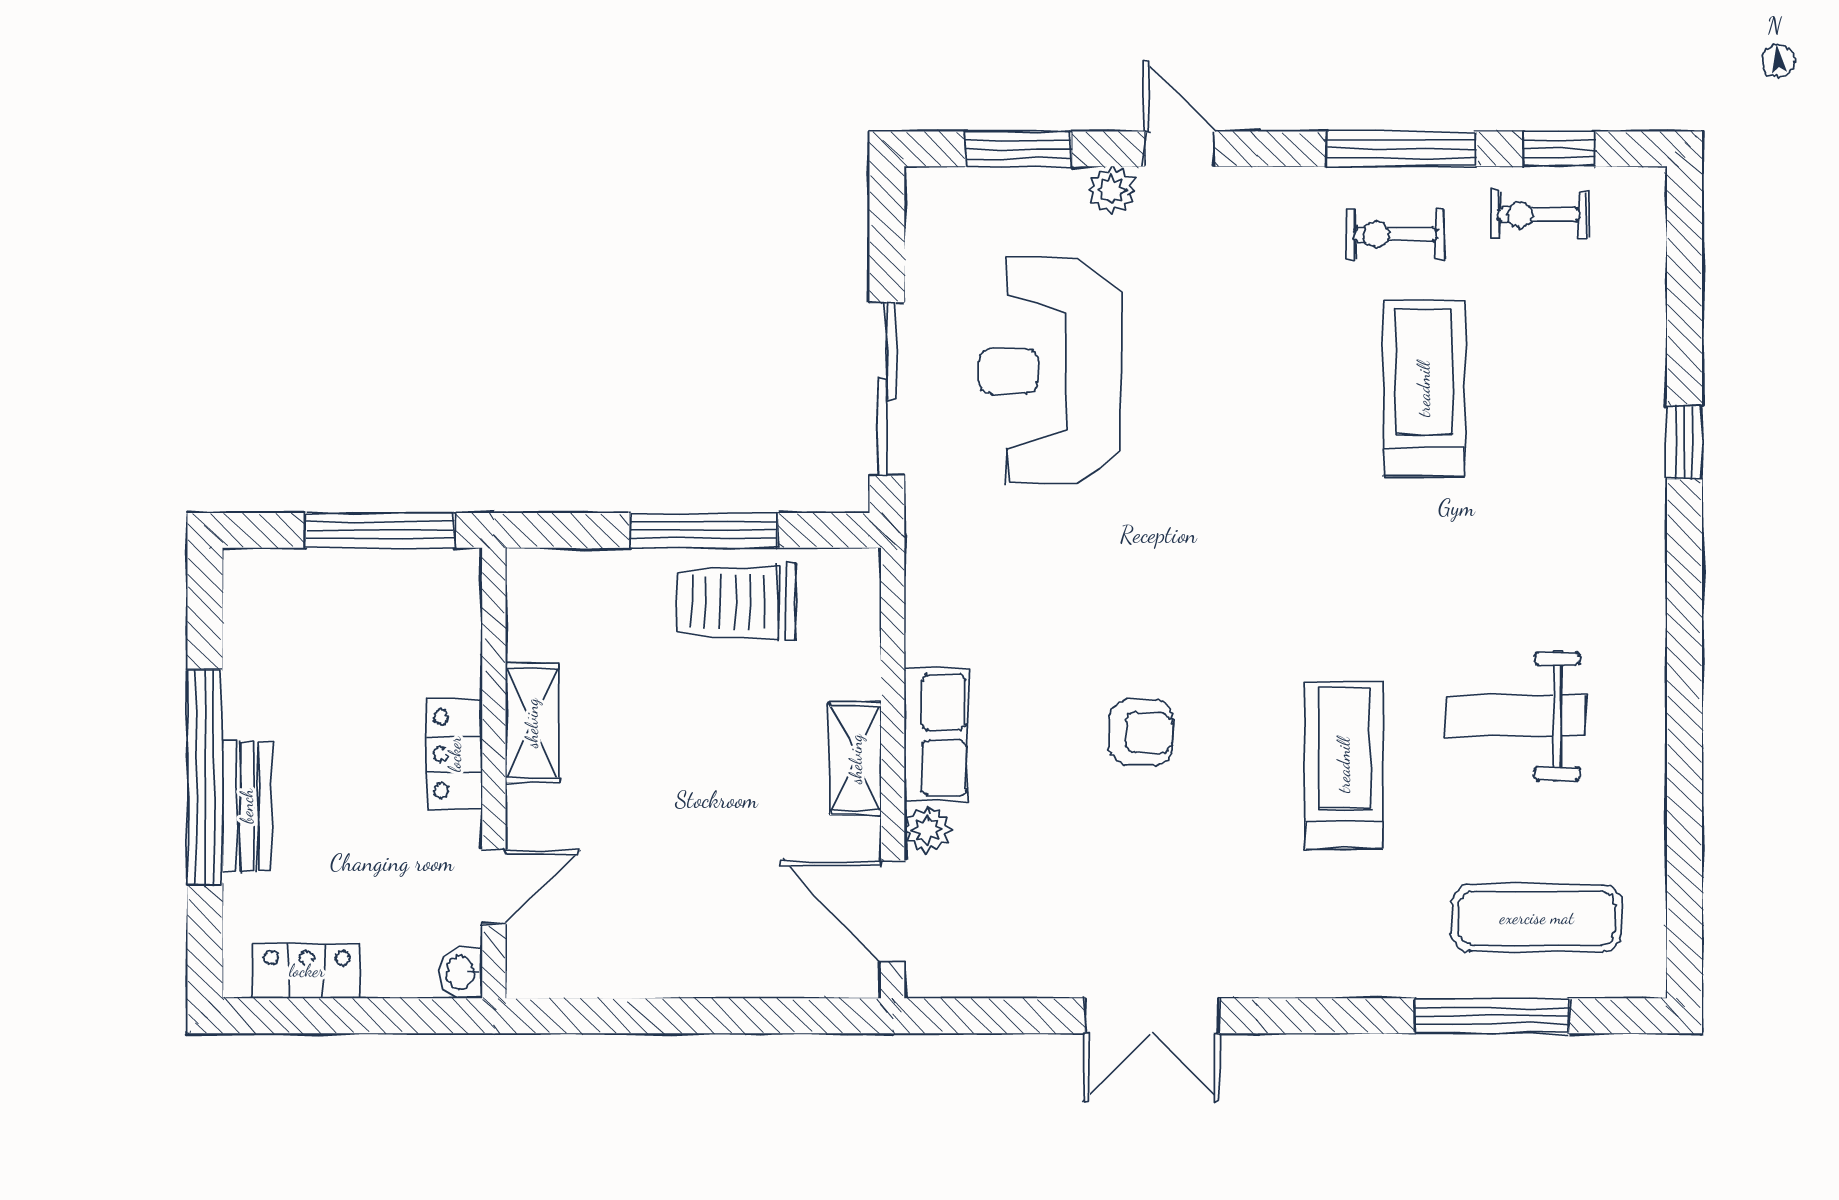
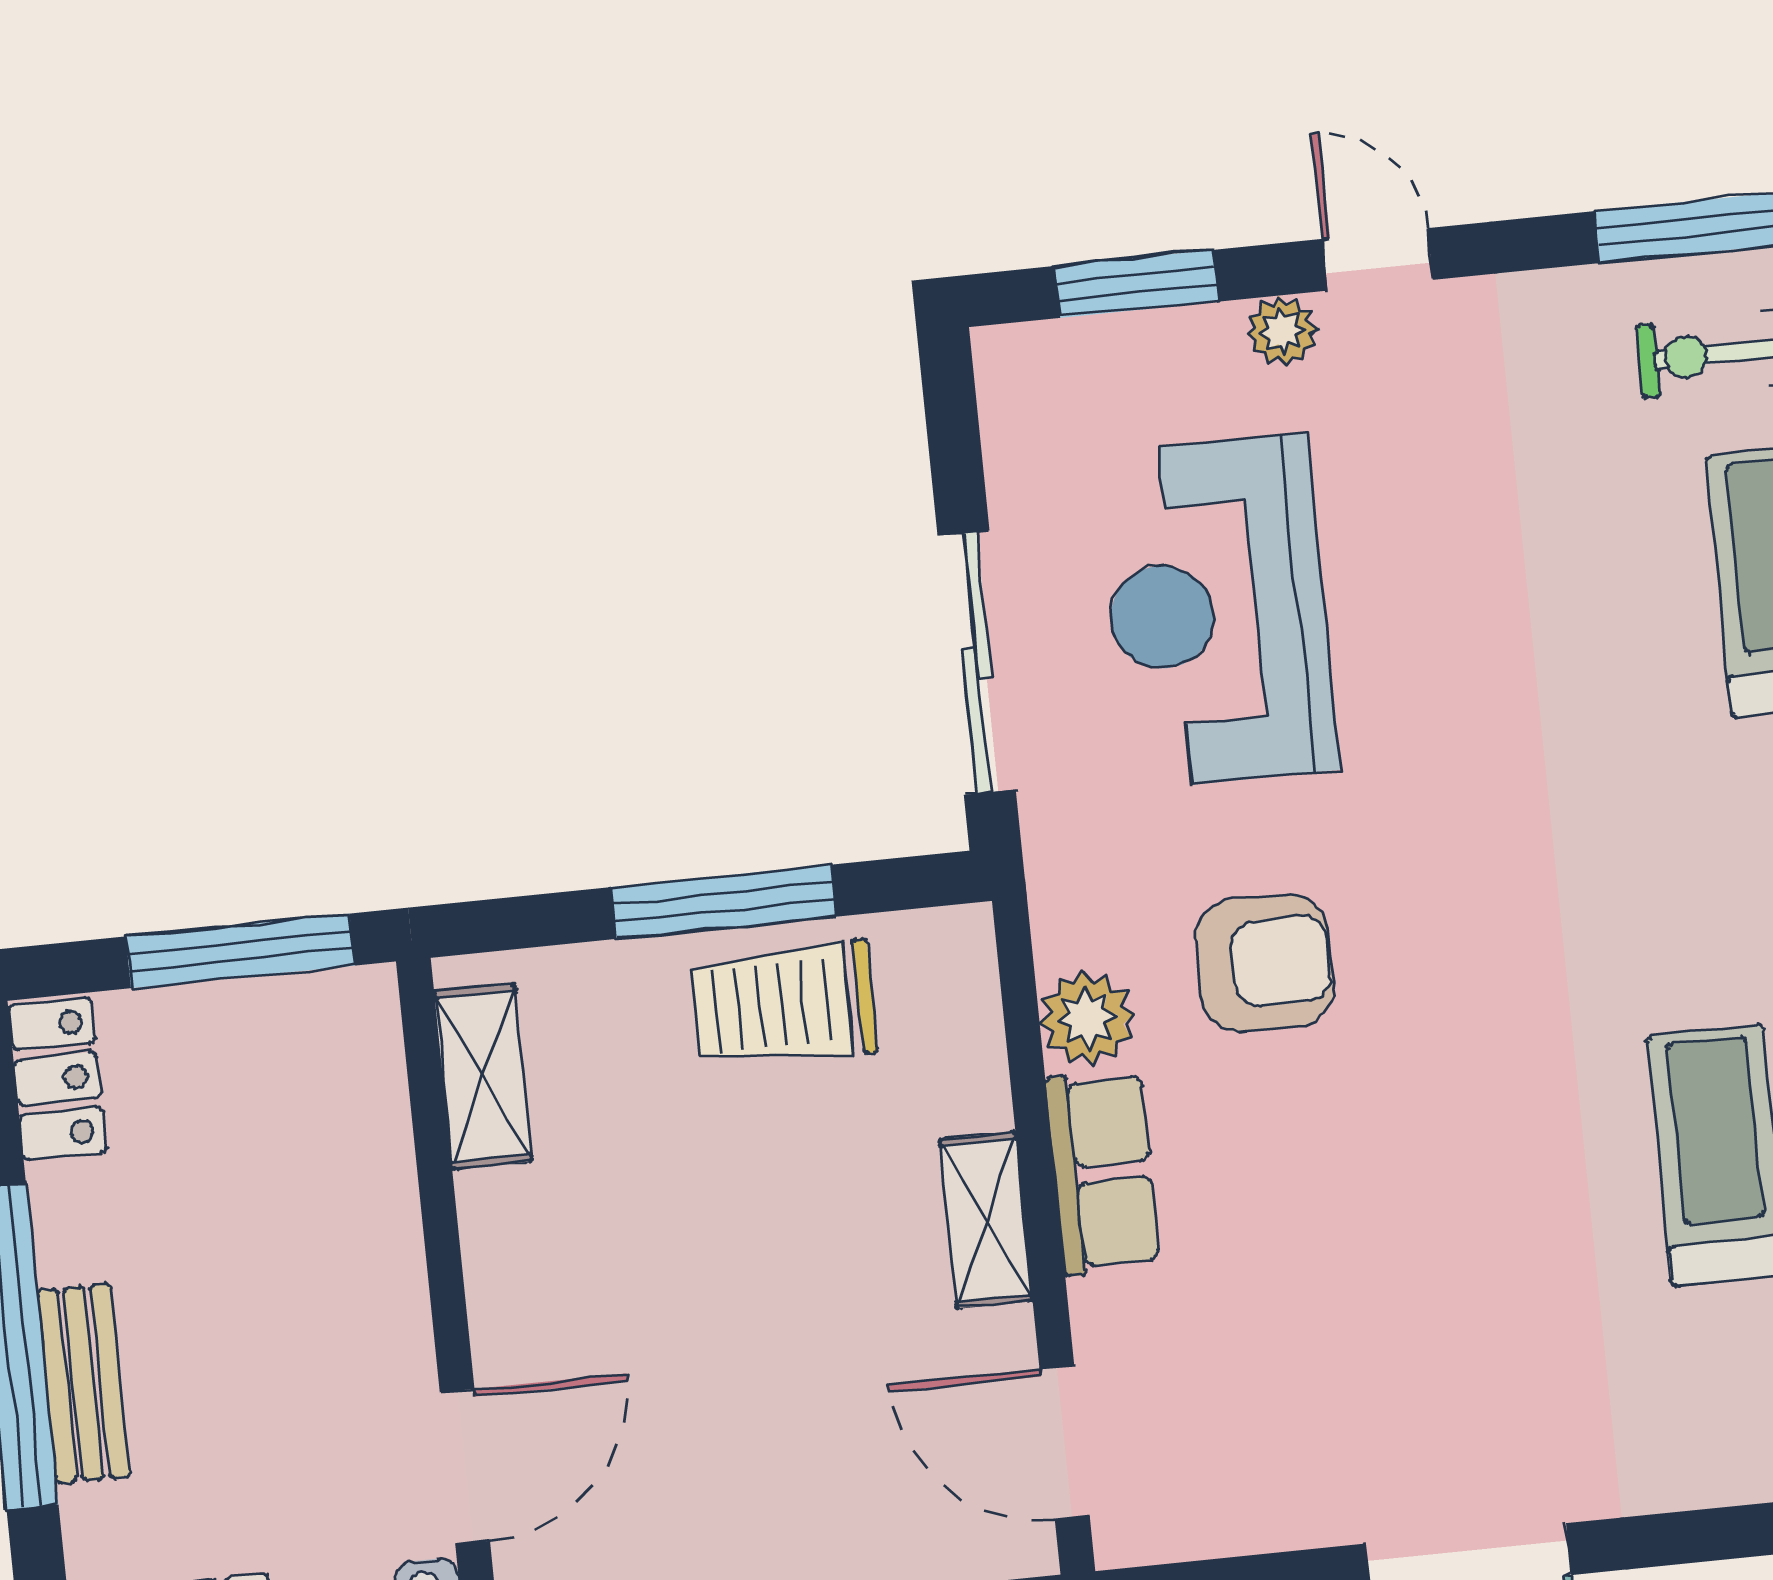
shelving: (532, 723) -> (483, 1077), moved
armchair: (1141, 733) -> (1265, 963), moved, width x1.38, depth x1.38
locker: (455, 754) -> (57, 1079), moved, turned 180
plant: (927, 830) -> (1087, 1018), moved, width x1.38, depth x1.38
door: (494, 887) -> (465, 1467), width x1.38

